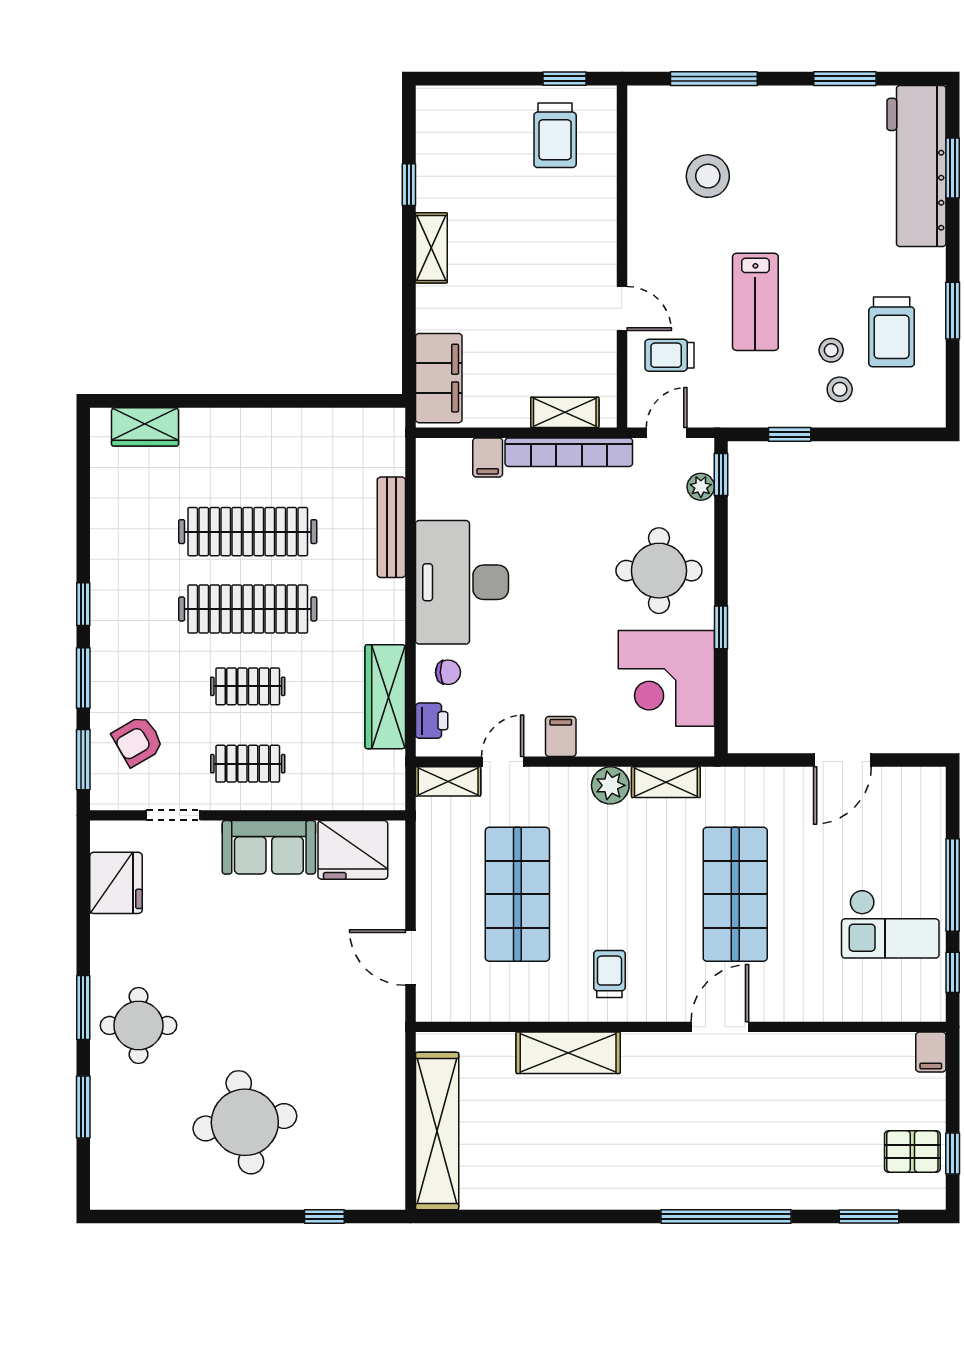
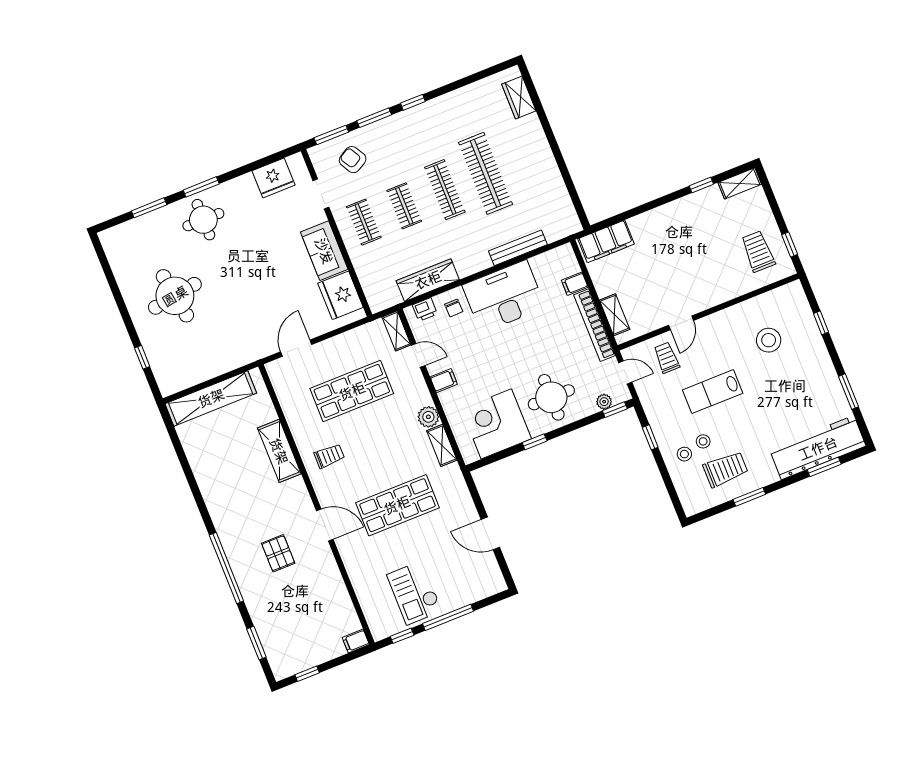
window: (714, 79) -> (821, 323), width x0.46
trolley: (555, 135) -> (758, 251), turned 90
shelving: (431, 248) -> (740, 183), moved
trolley: (892, 332) -> (725, 469), turned 180
clothes rail: (248, 609) -> (445, 190), width x0.73, depth x0.76
pallet: (912, 1152) -> (278, 553), moved

